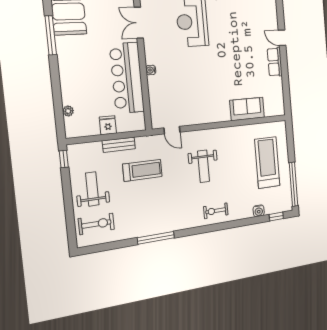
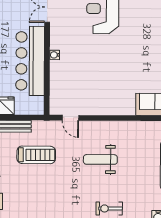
weight bench: (204, 166) -> (100, 159), turned 90

